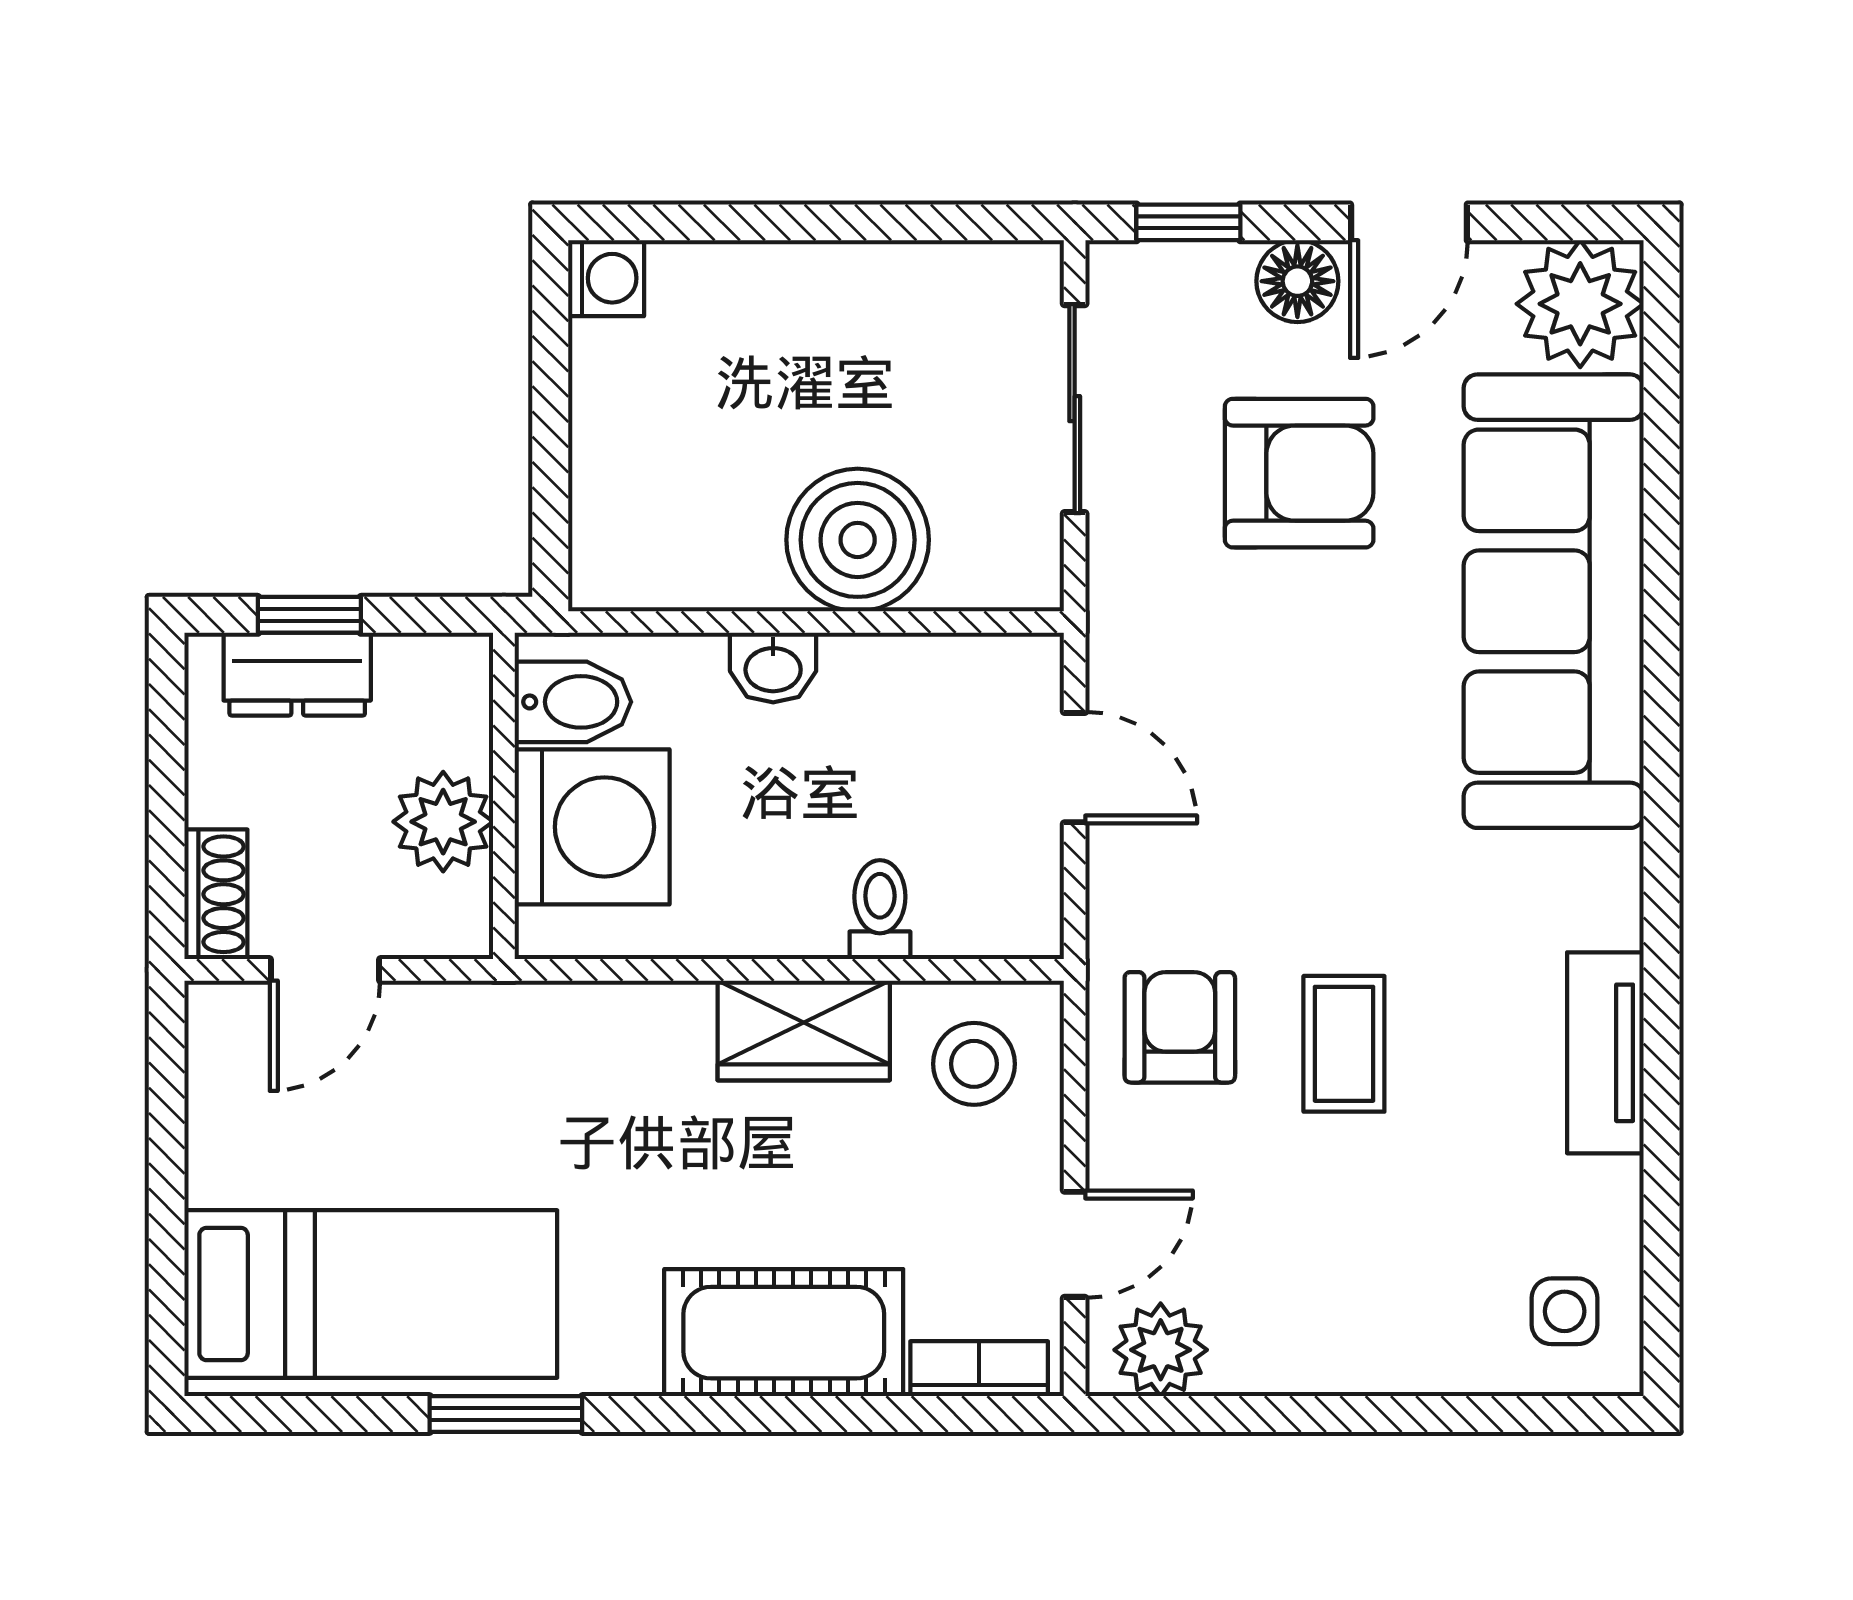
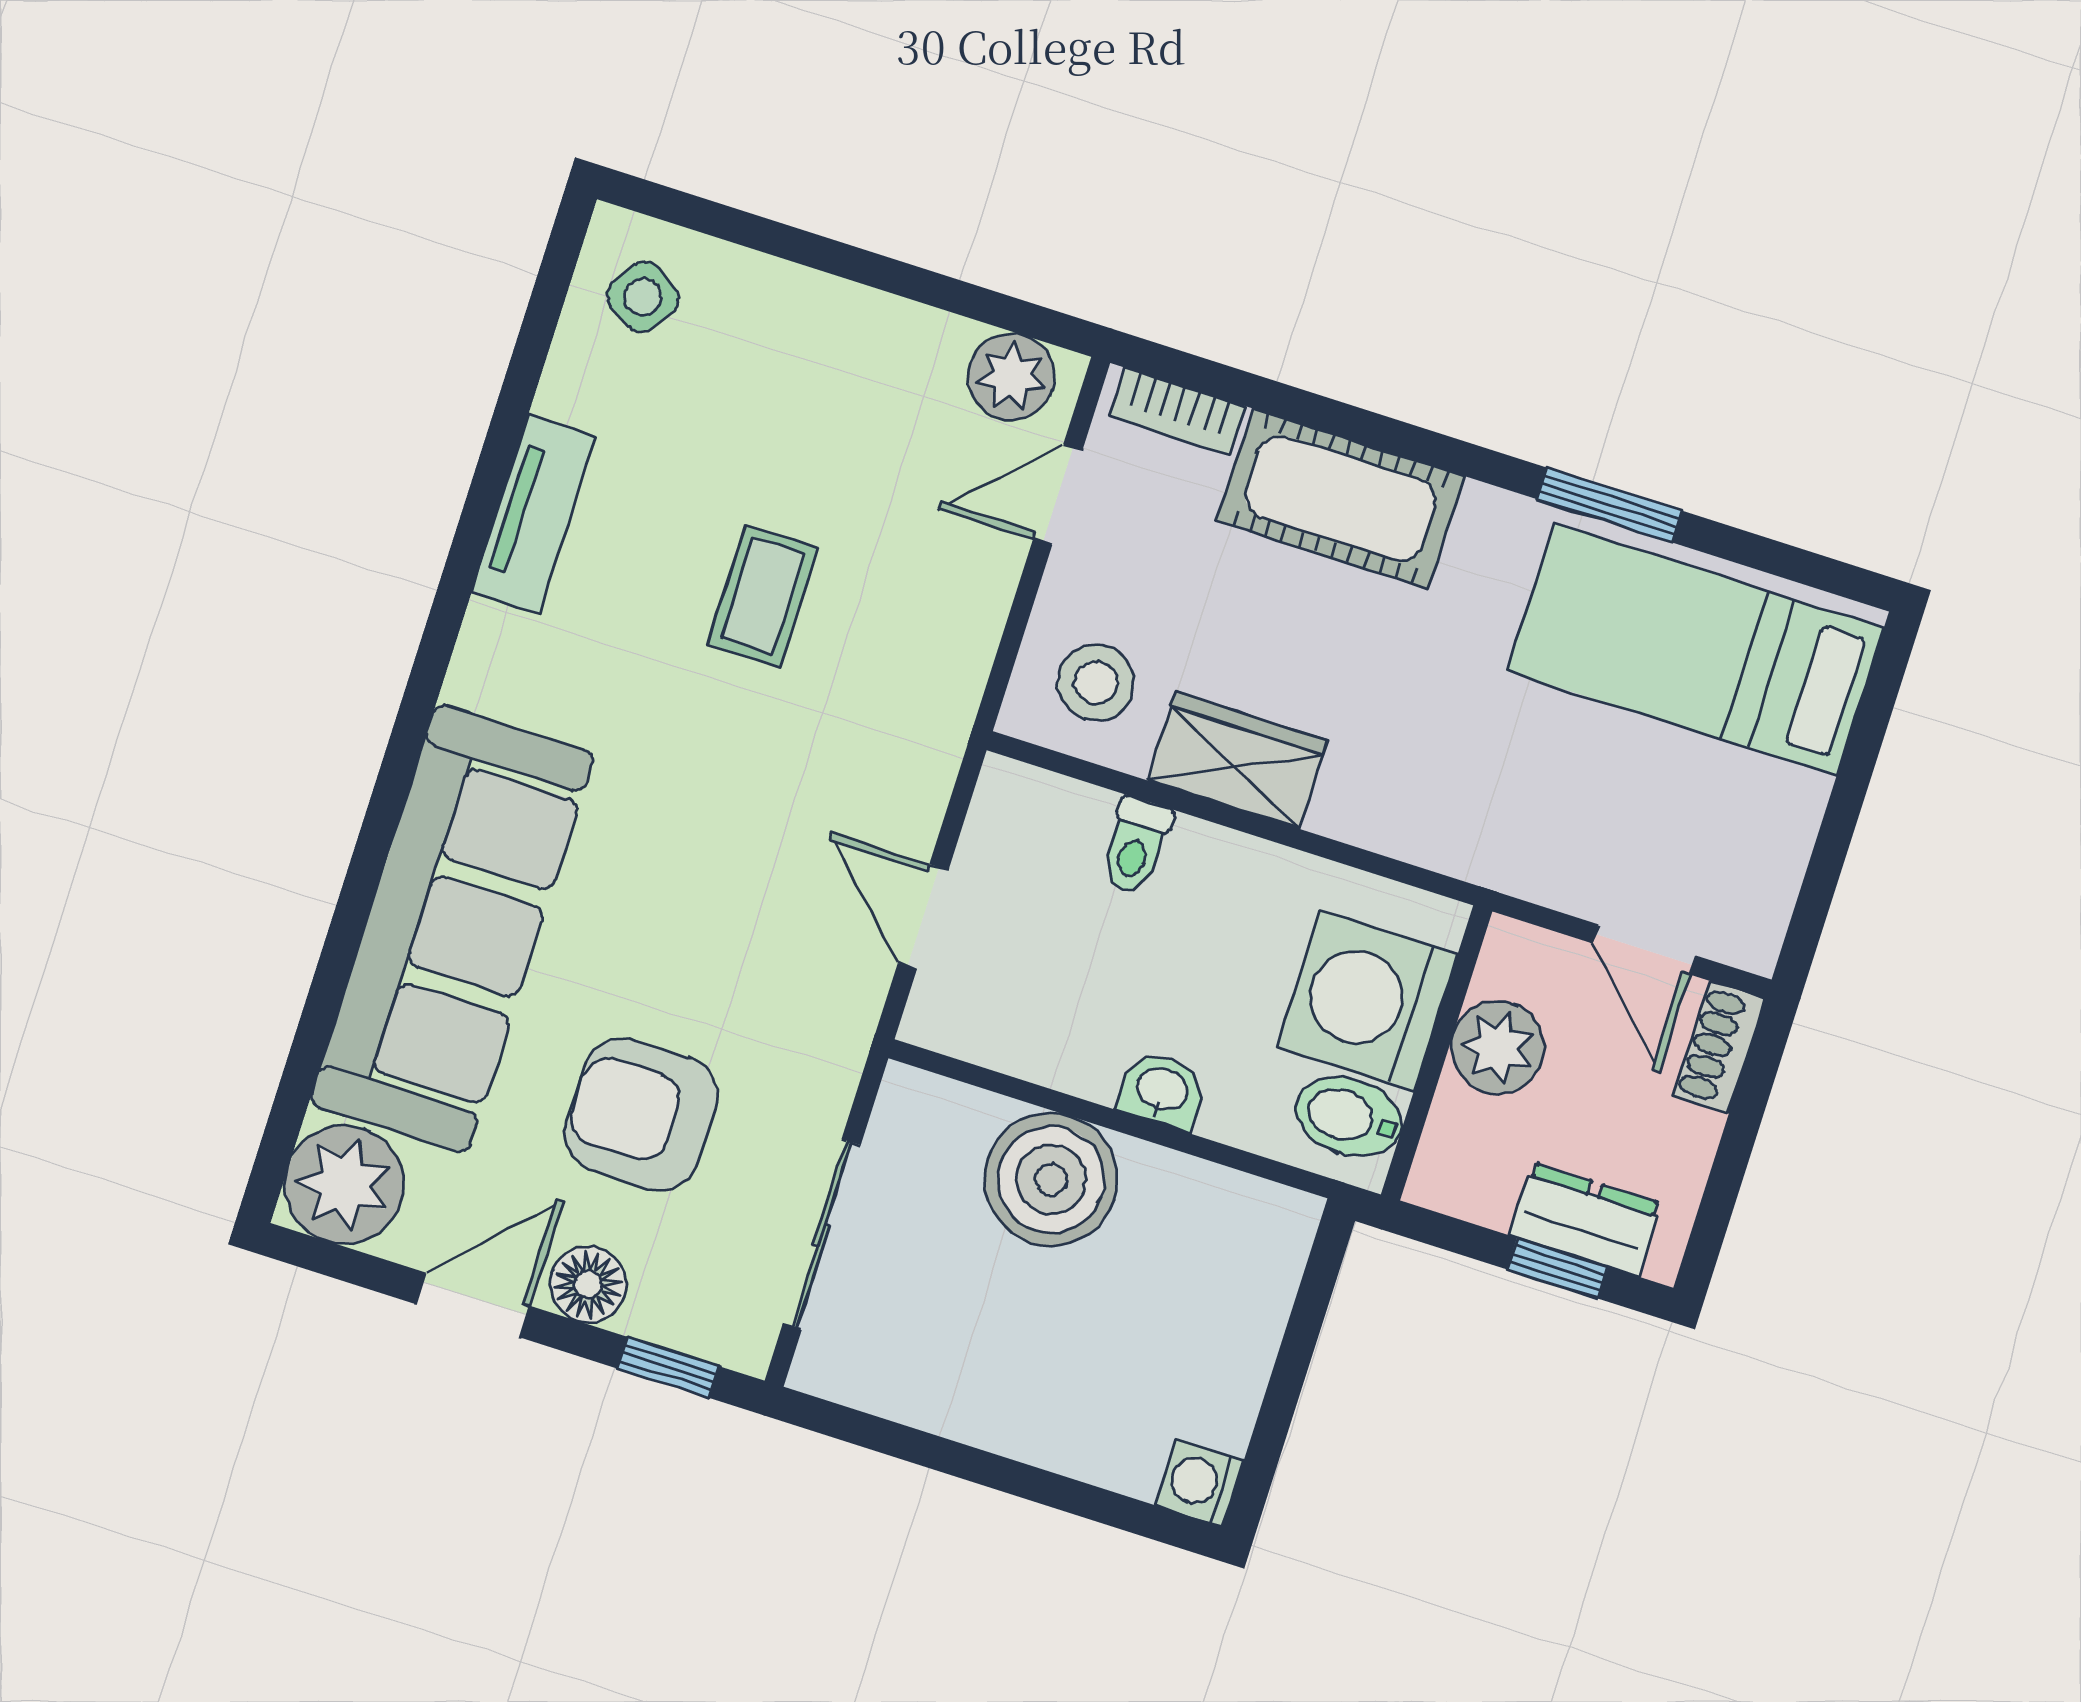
door: (325, 970) -> (1644, 949), swing flipped
armchair: (1180, 1027) -> (903, 657), removed
side table: (1565, 1311) -> (643, 297), turned 33

